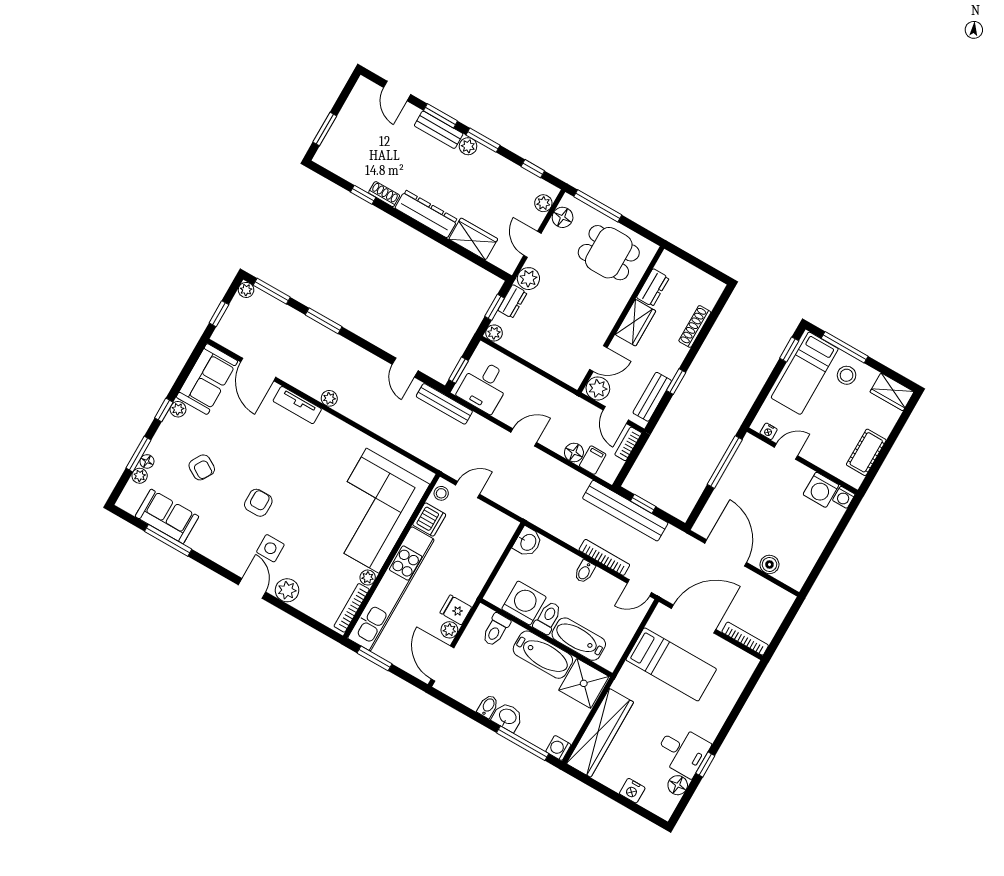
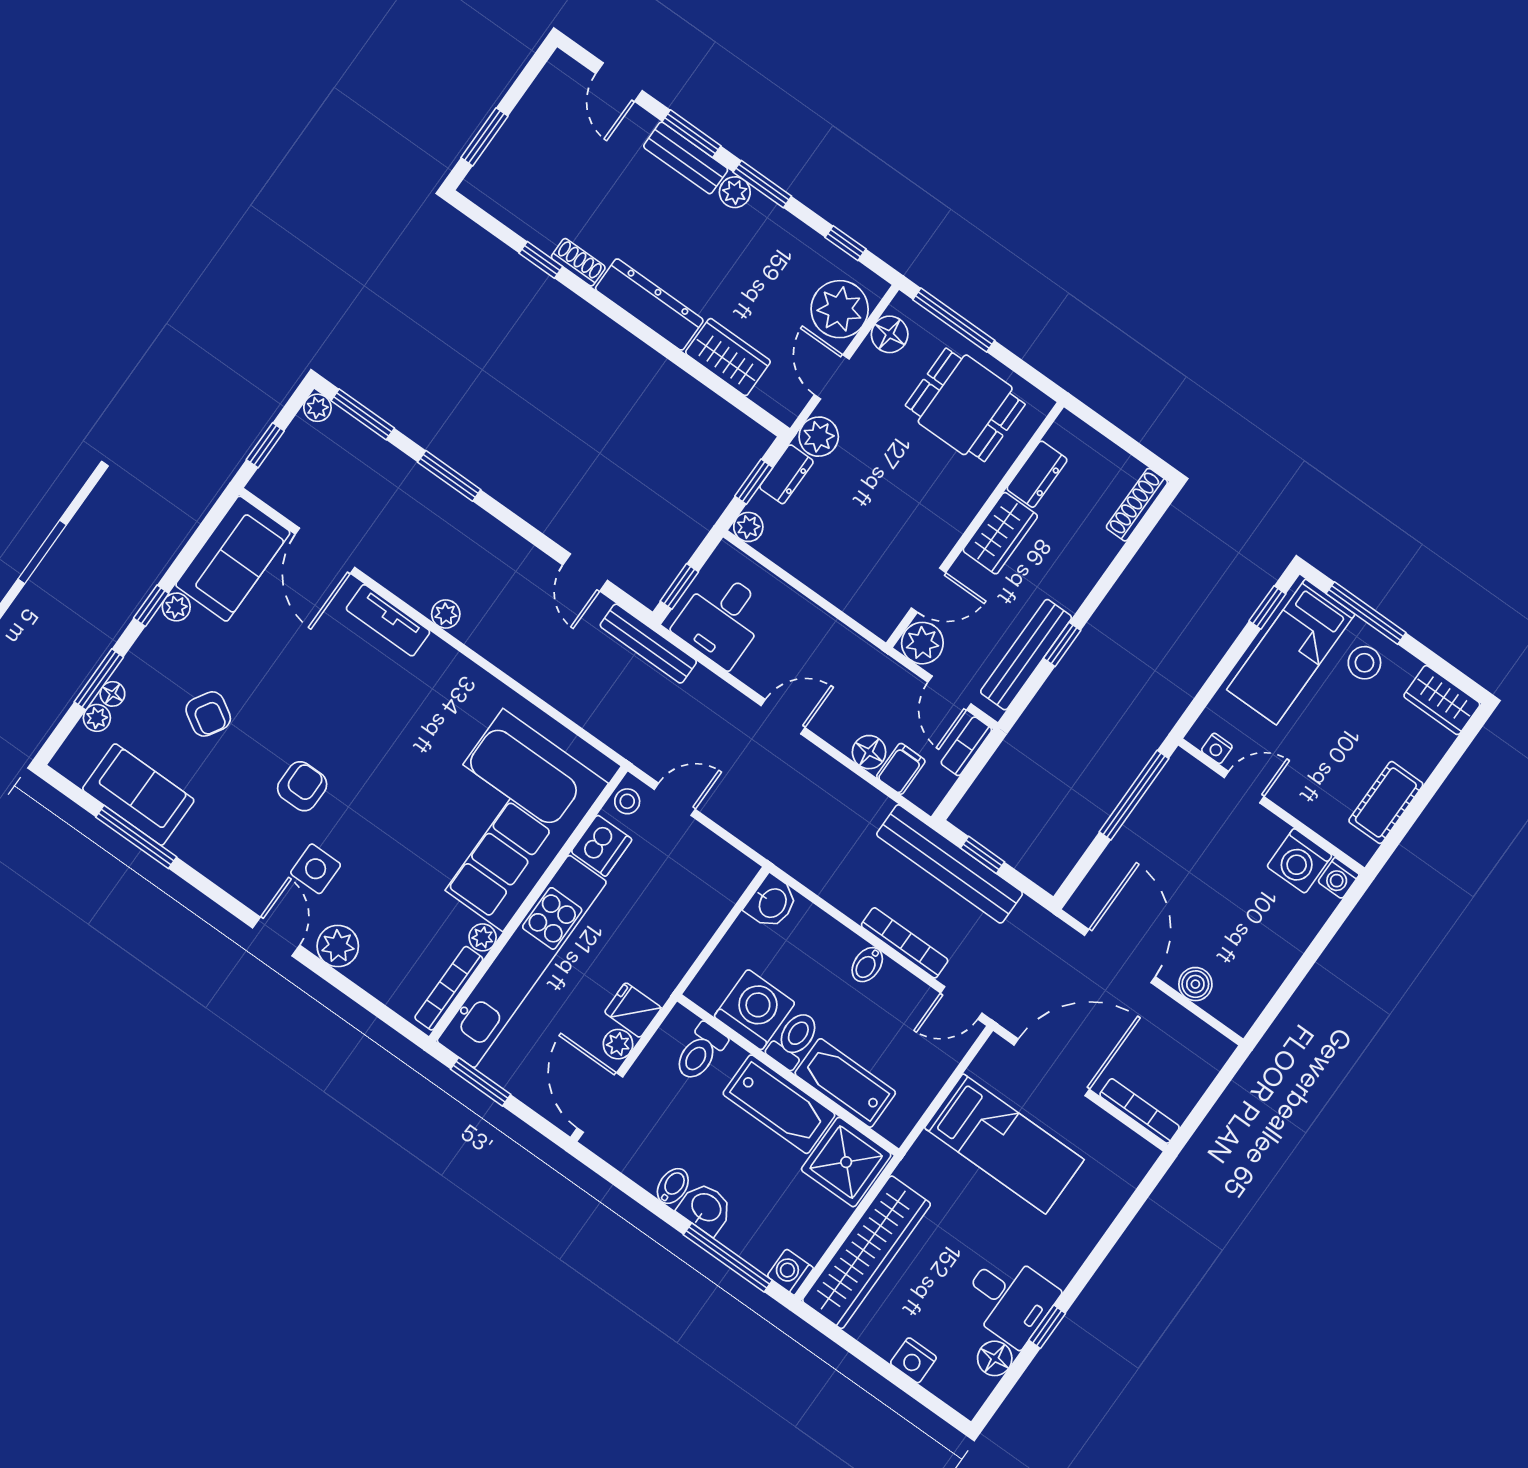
plant: (543, 203) -> (840, 309), width x1.87, depth x1.87
shoe rack: (695, 326) -> (1137, 505), moved
bench: (652, 397) -> (1026, 655), width x1.36

